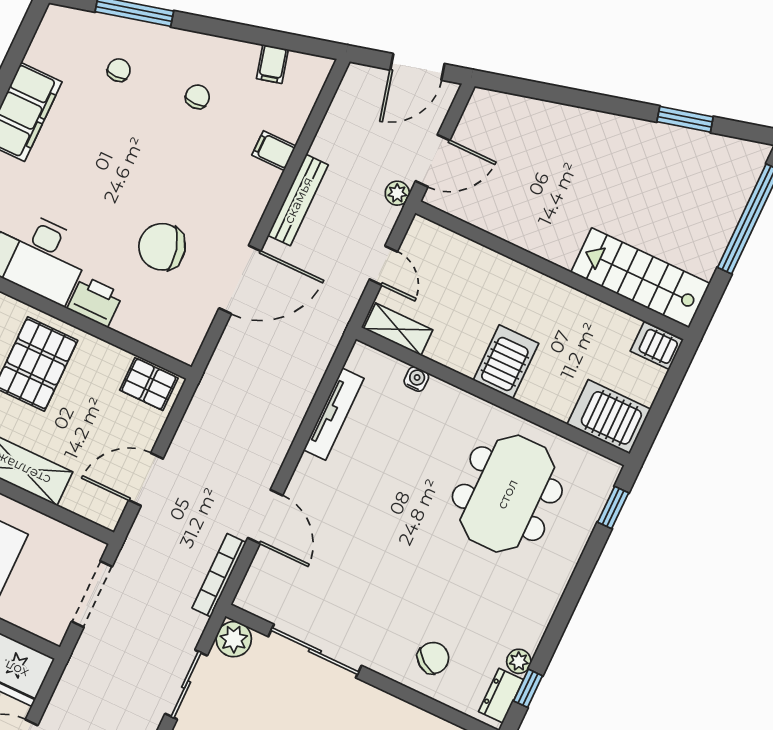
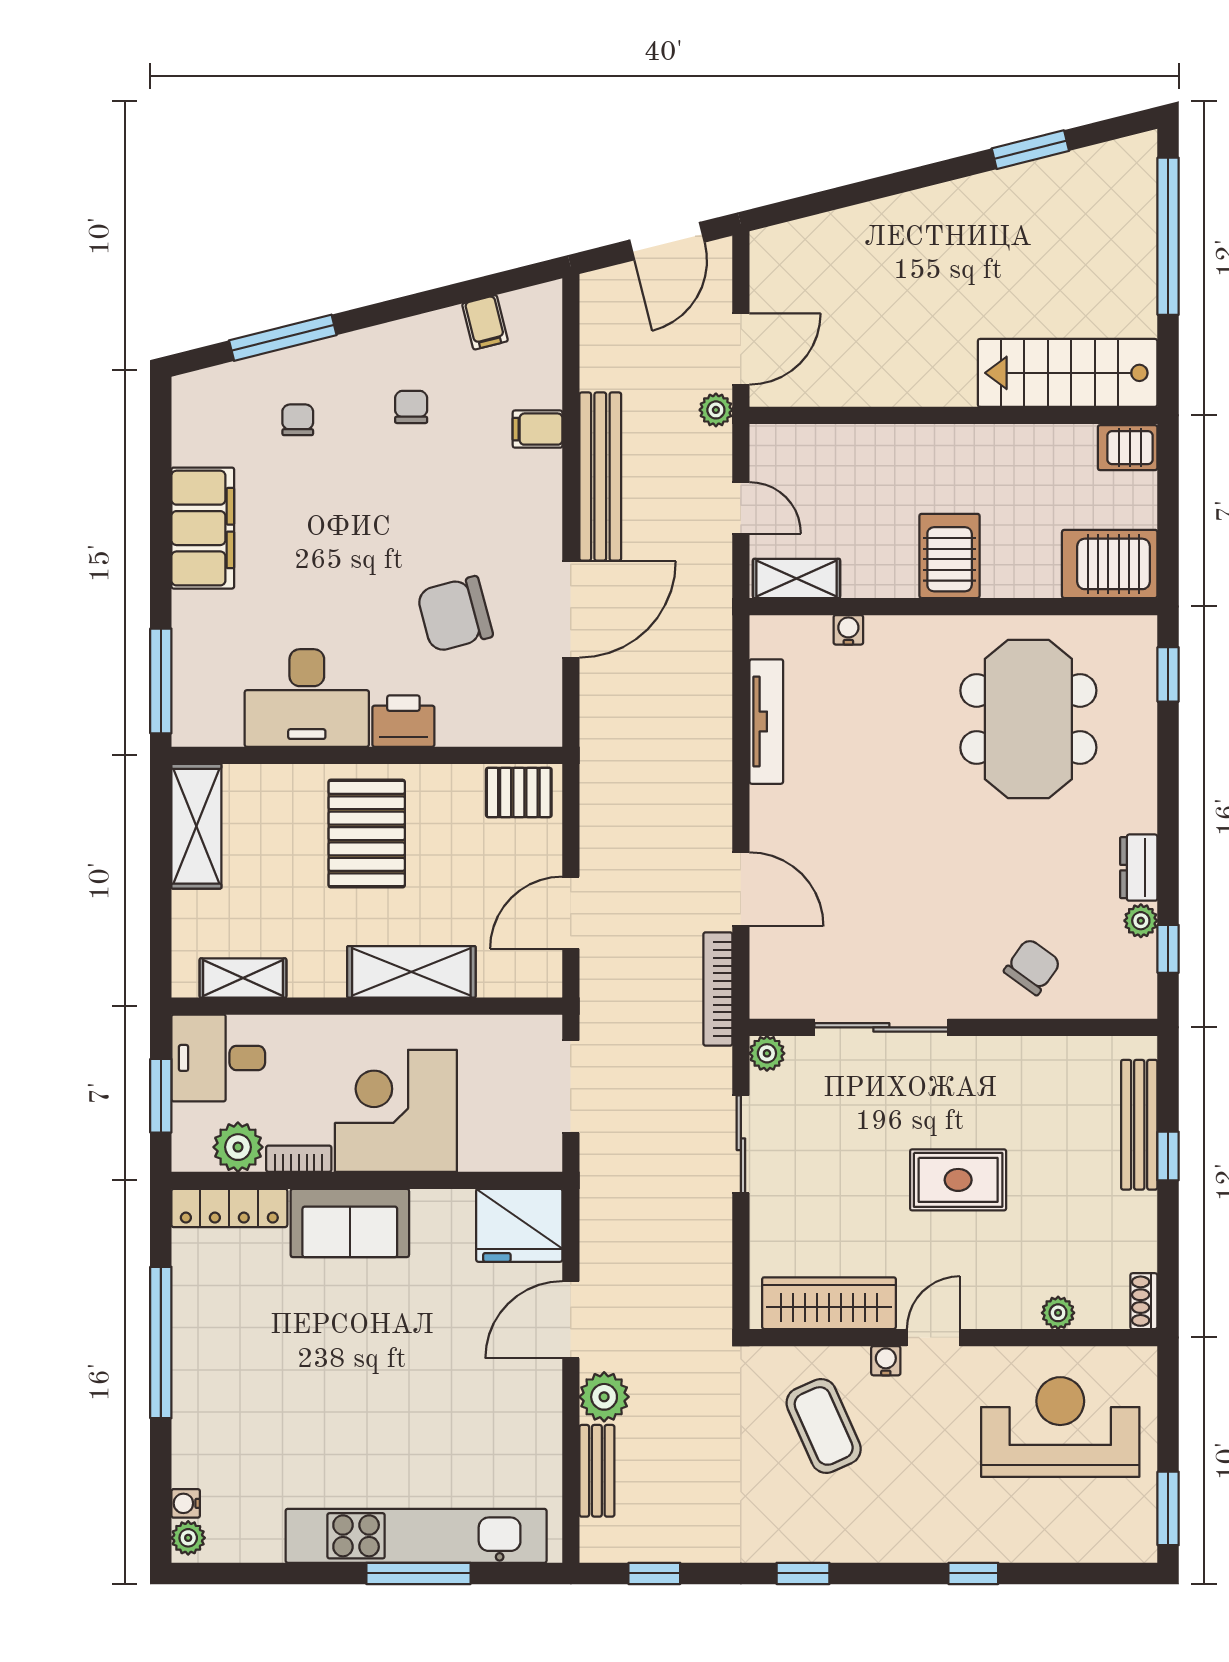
bench: (298, 200) -> (600, 476), width x1.37, depth x1.21
plant: (234, 639) -> (767, 1053), width x0.73, depth x0.73
dresser: (501, 696) -> (1139, 868), moved

